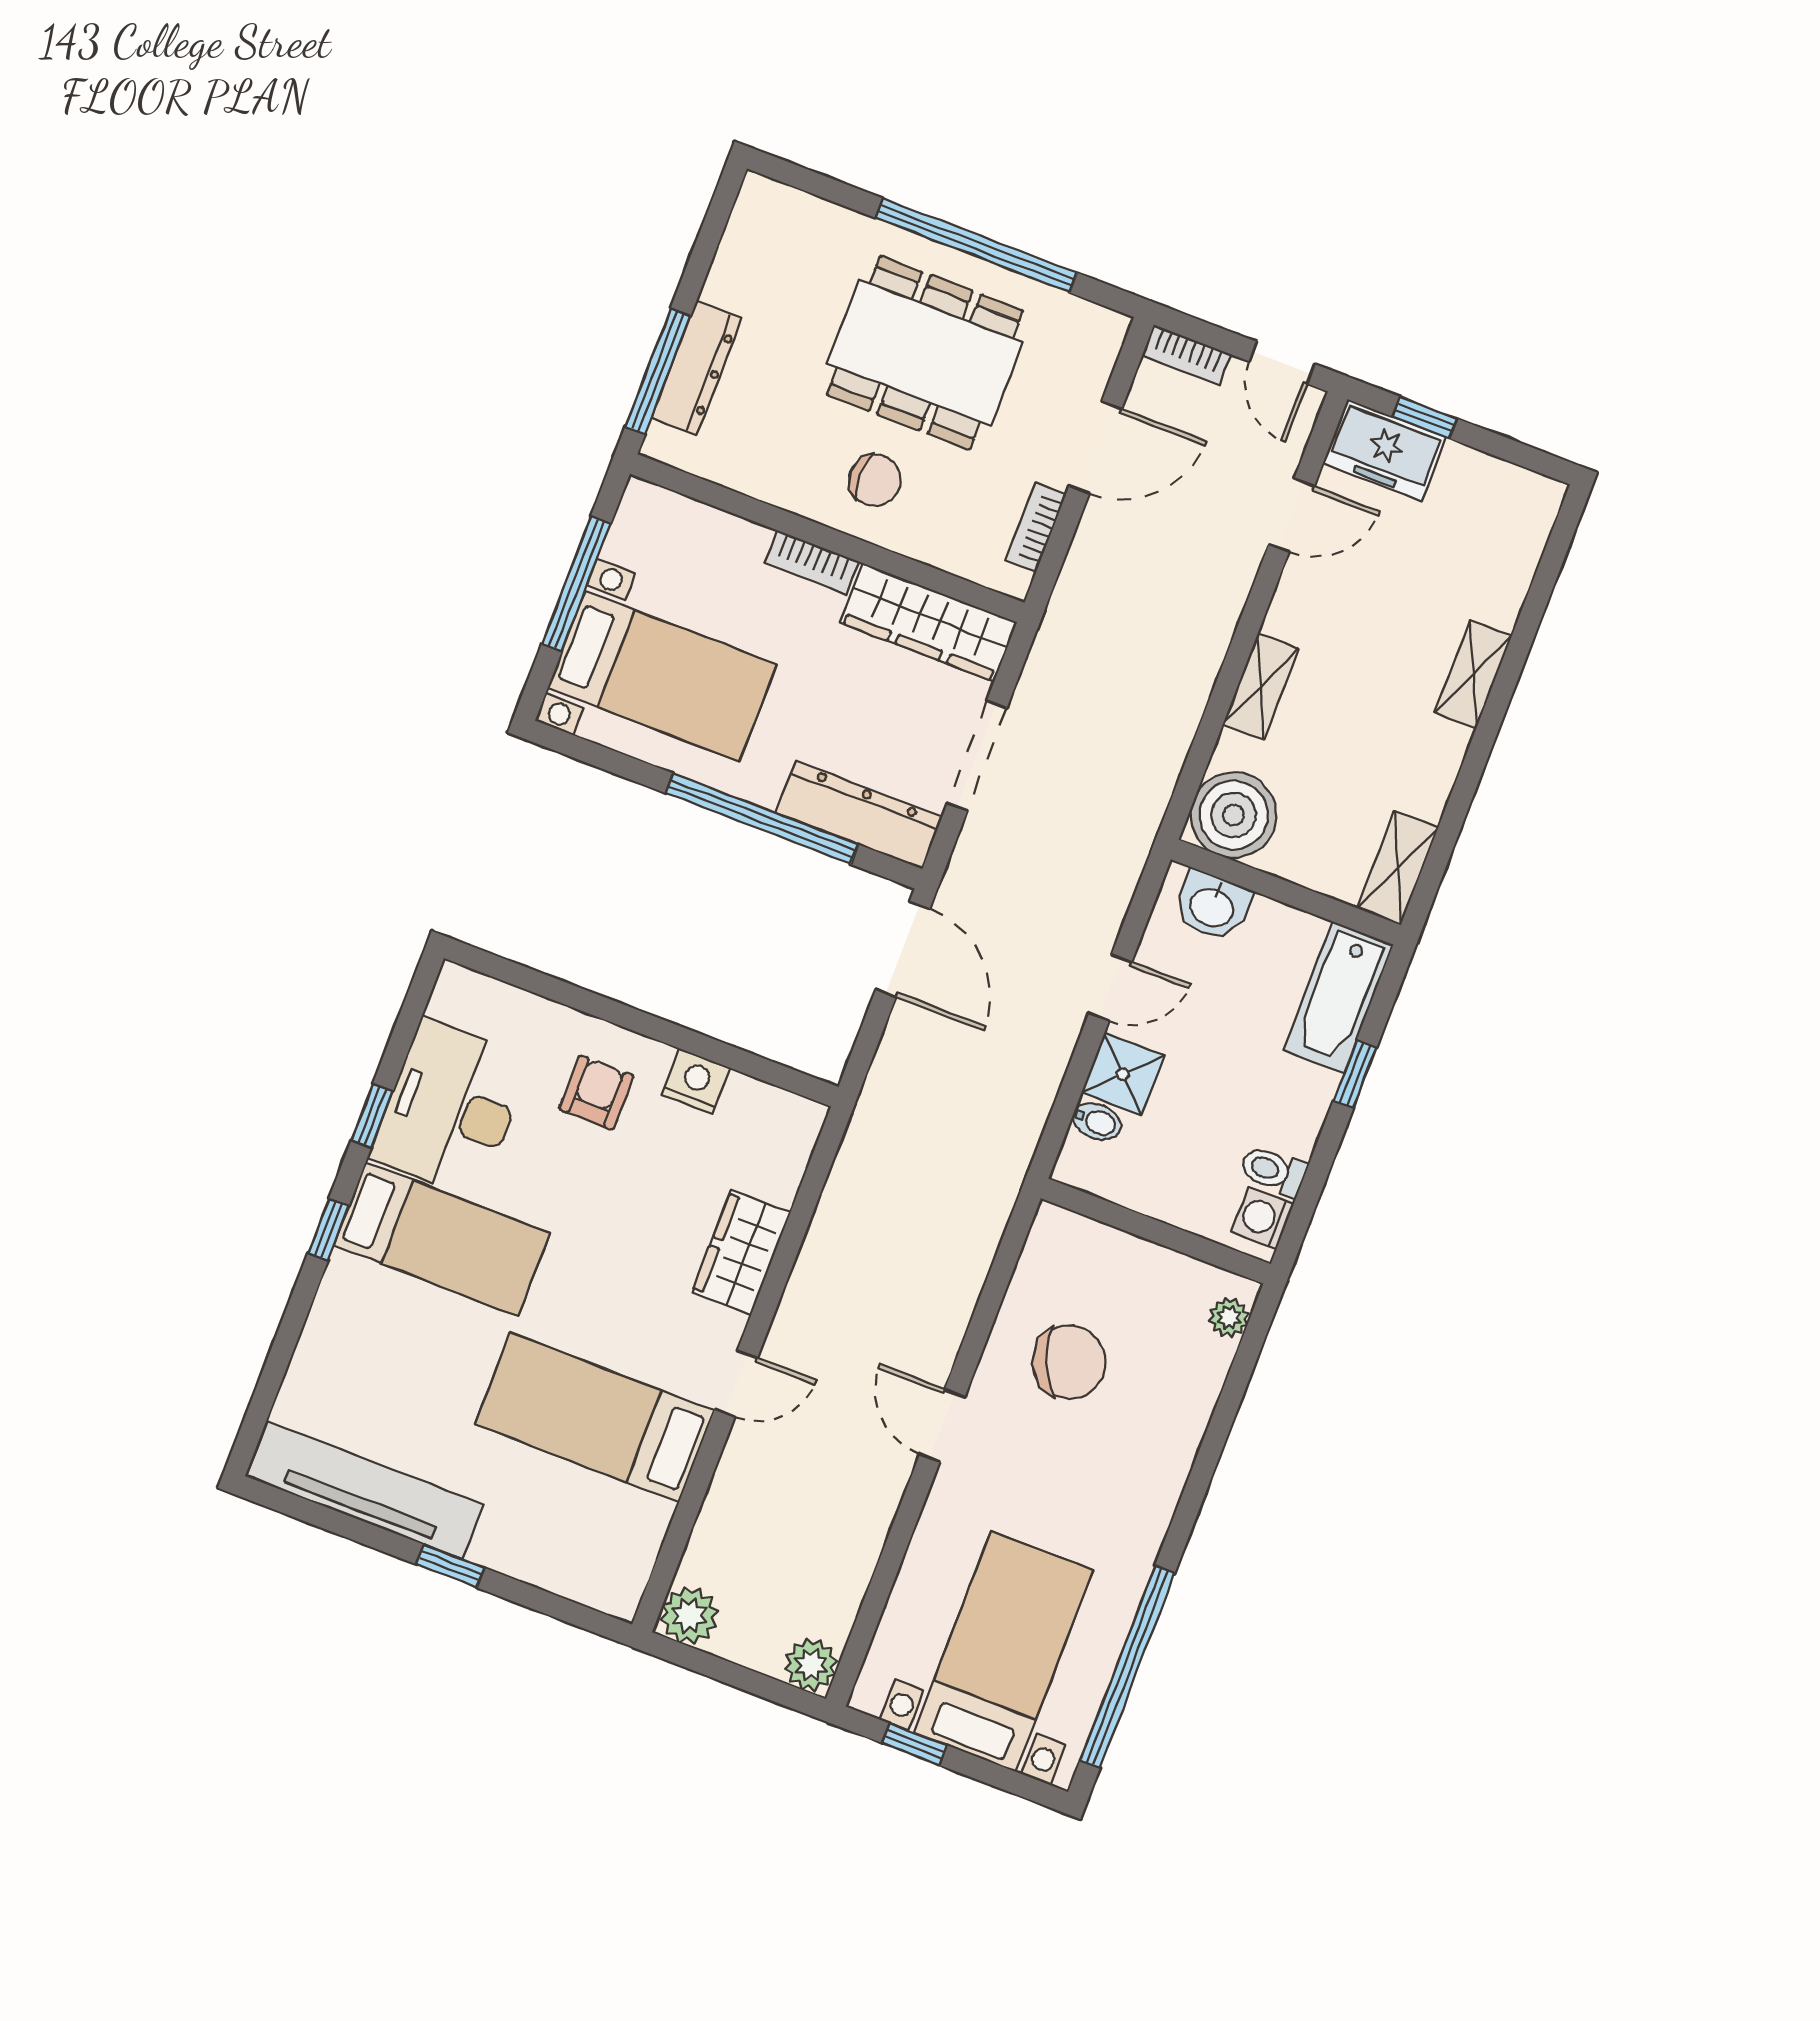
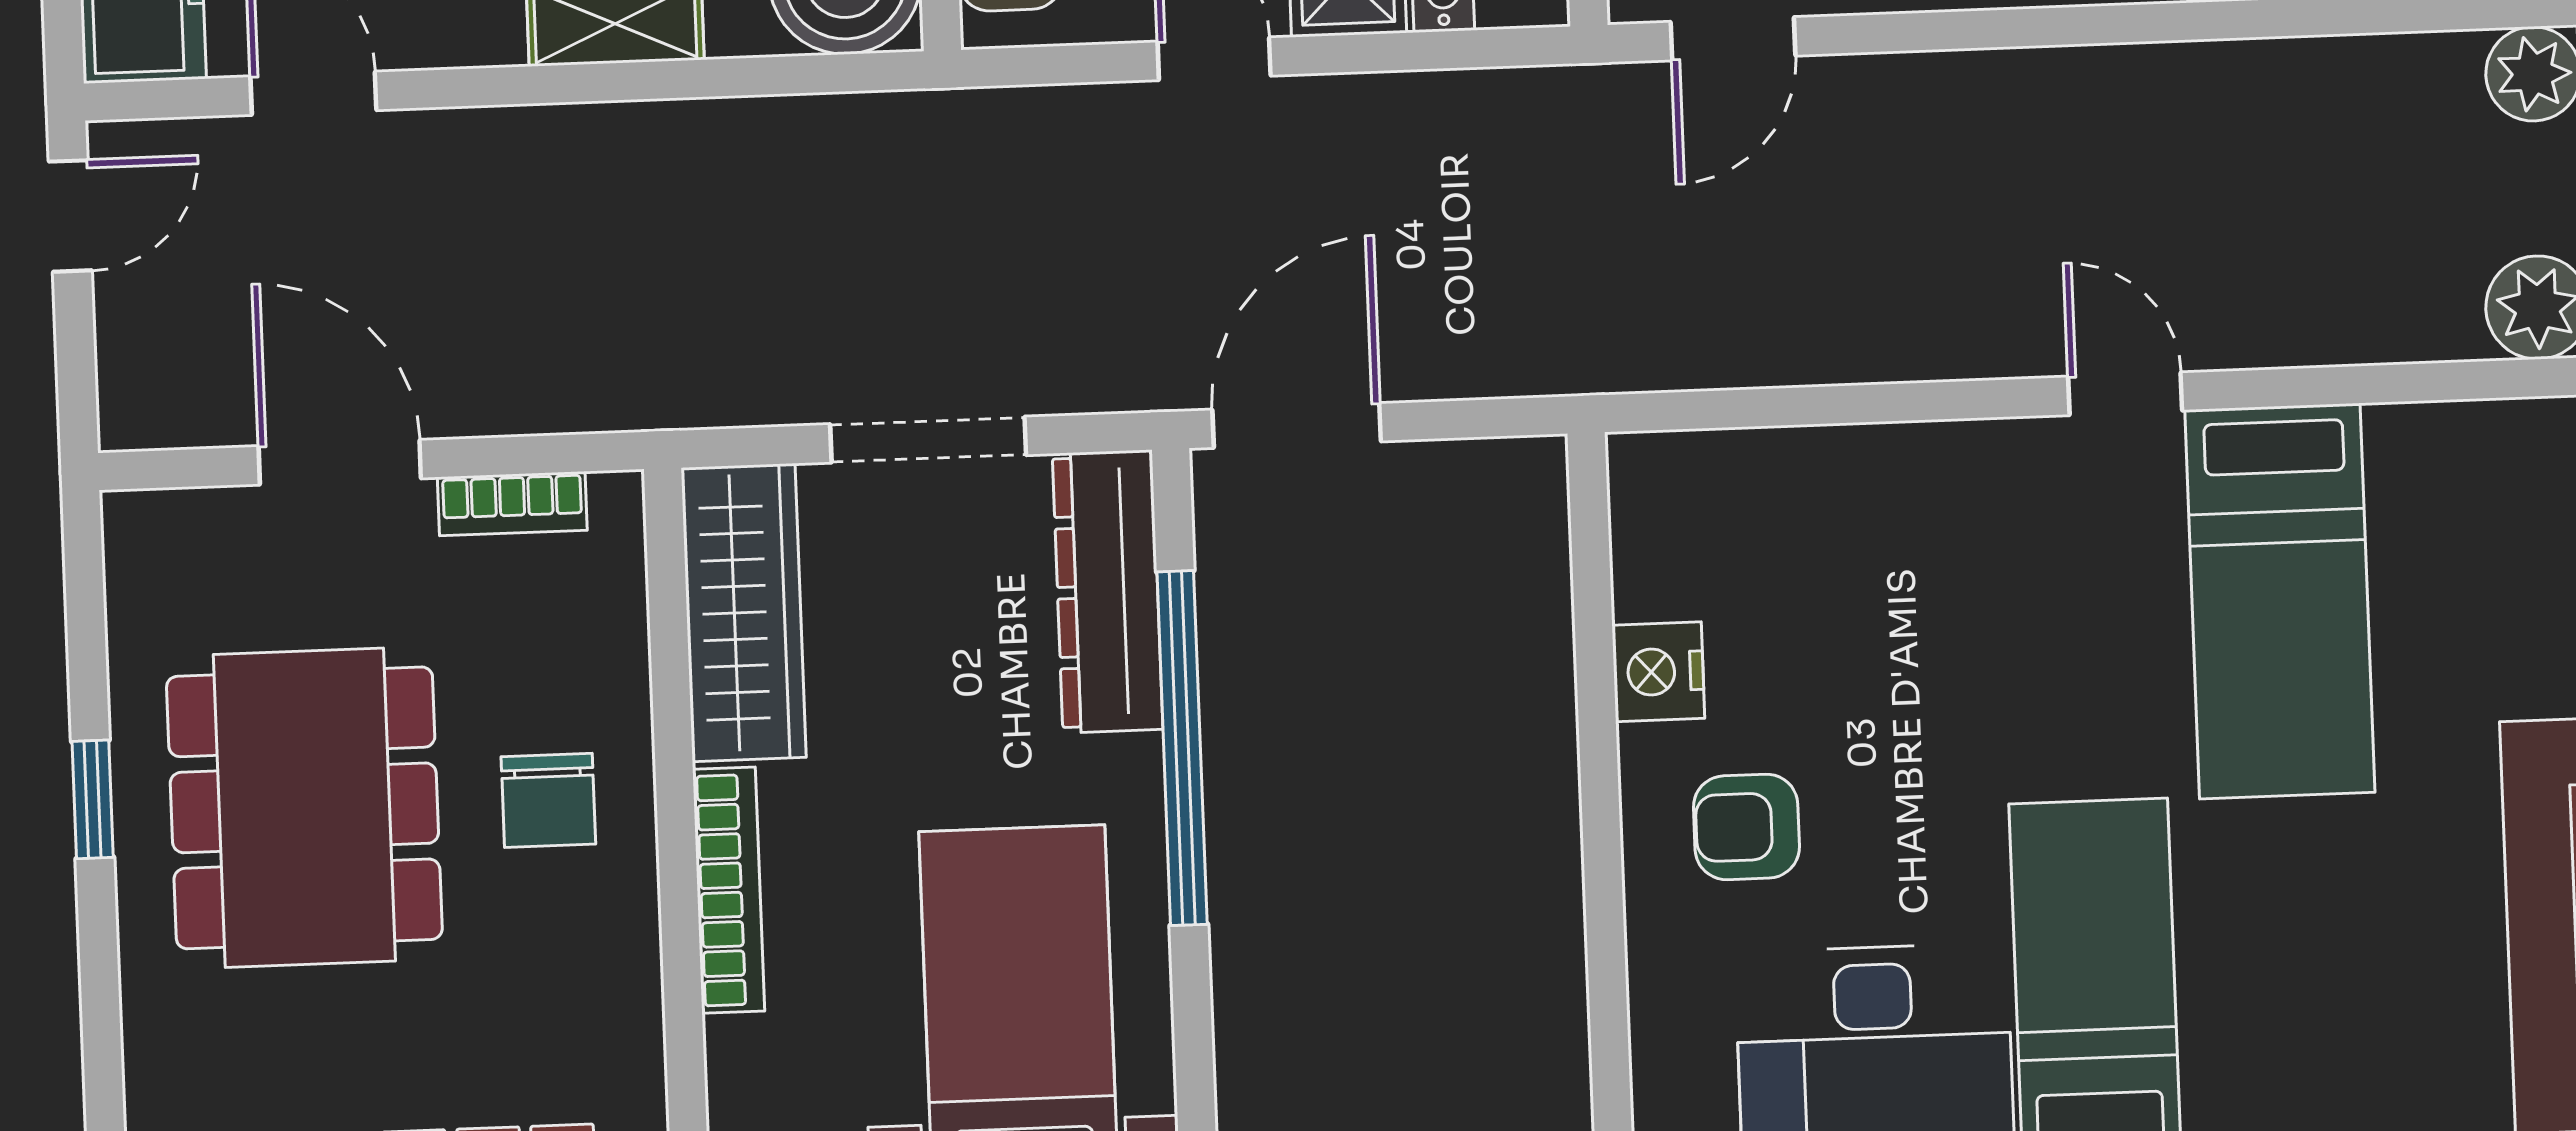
window: (976, 245) -> (93, 799), width x0.32
bookcase: (1187, 355) -> (125, 378), removed
chair: (875, 480) -> (548, 800), turned 180
bookcase: (812, 562) -> (729, 890), width x1.56
wardrobe: (741, 1252) -> (1907, 477), removed
door: (942, 1425) -> (1733, 39), moved

